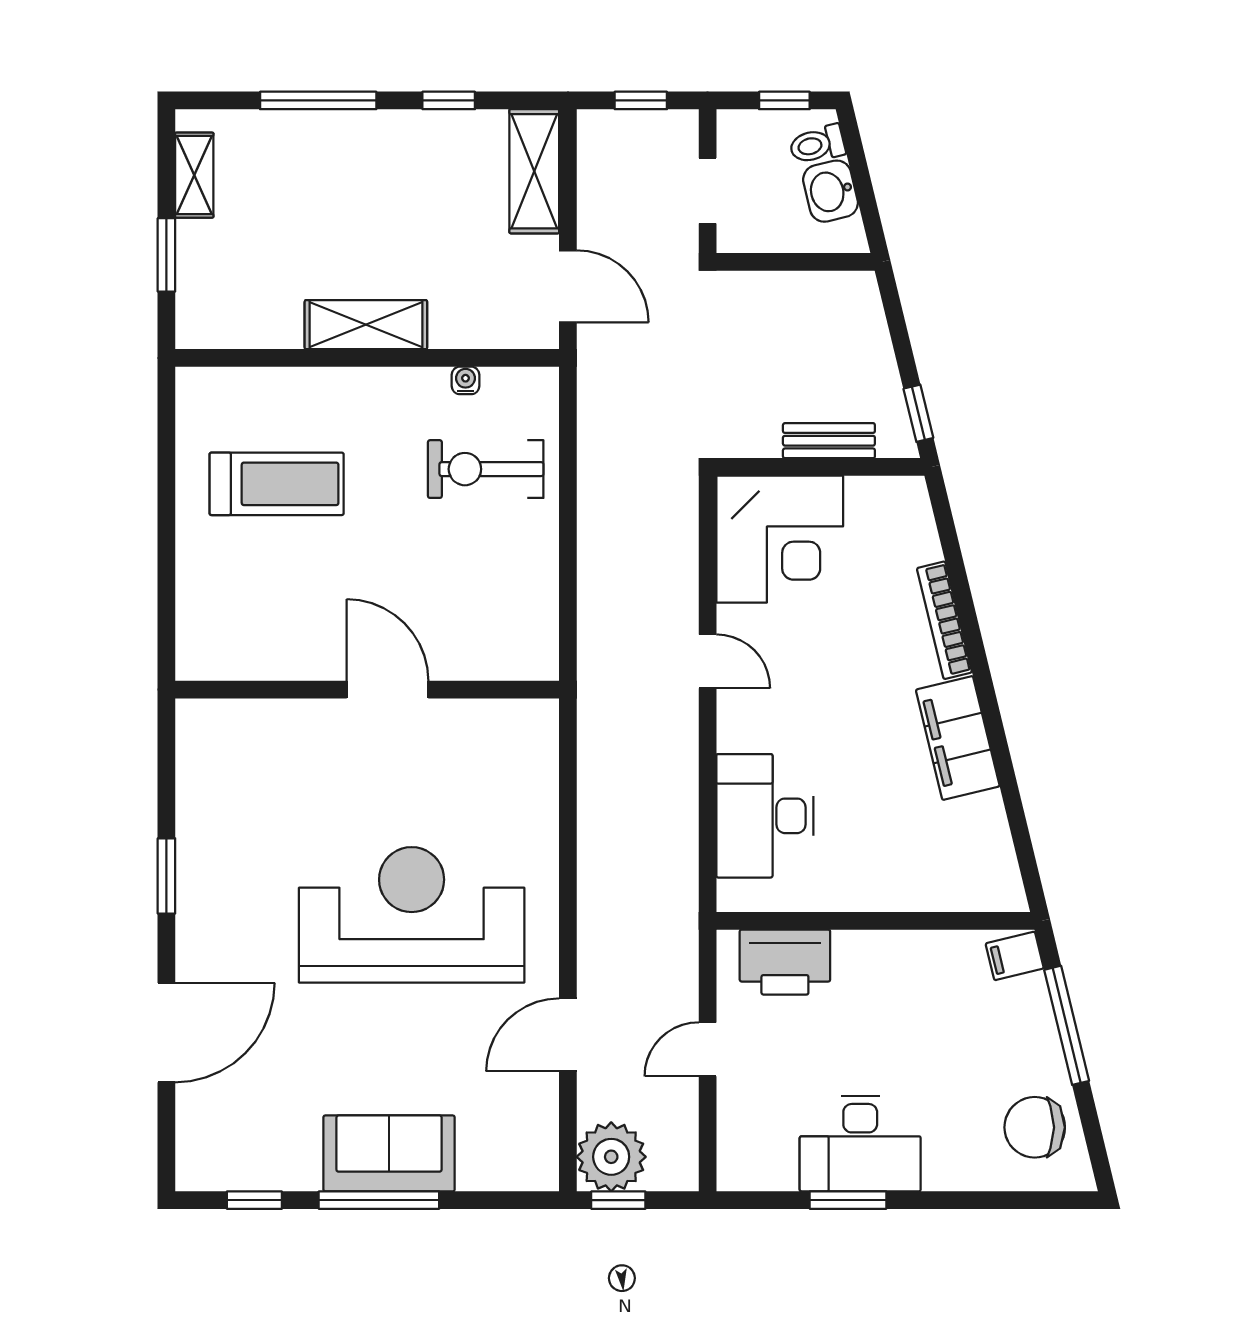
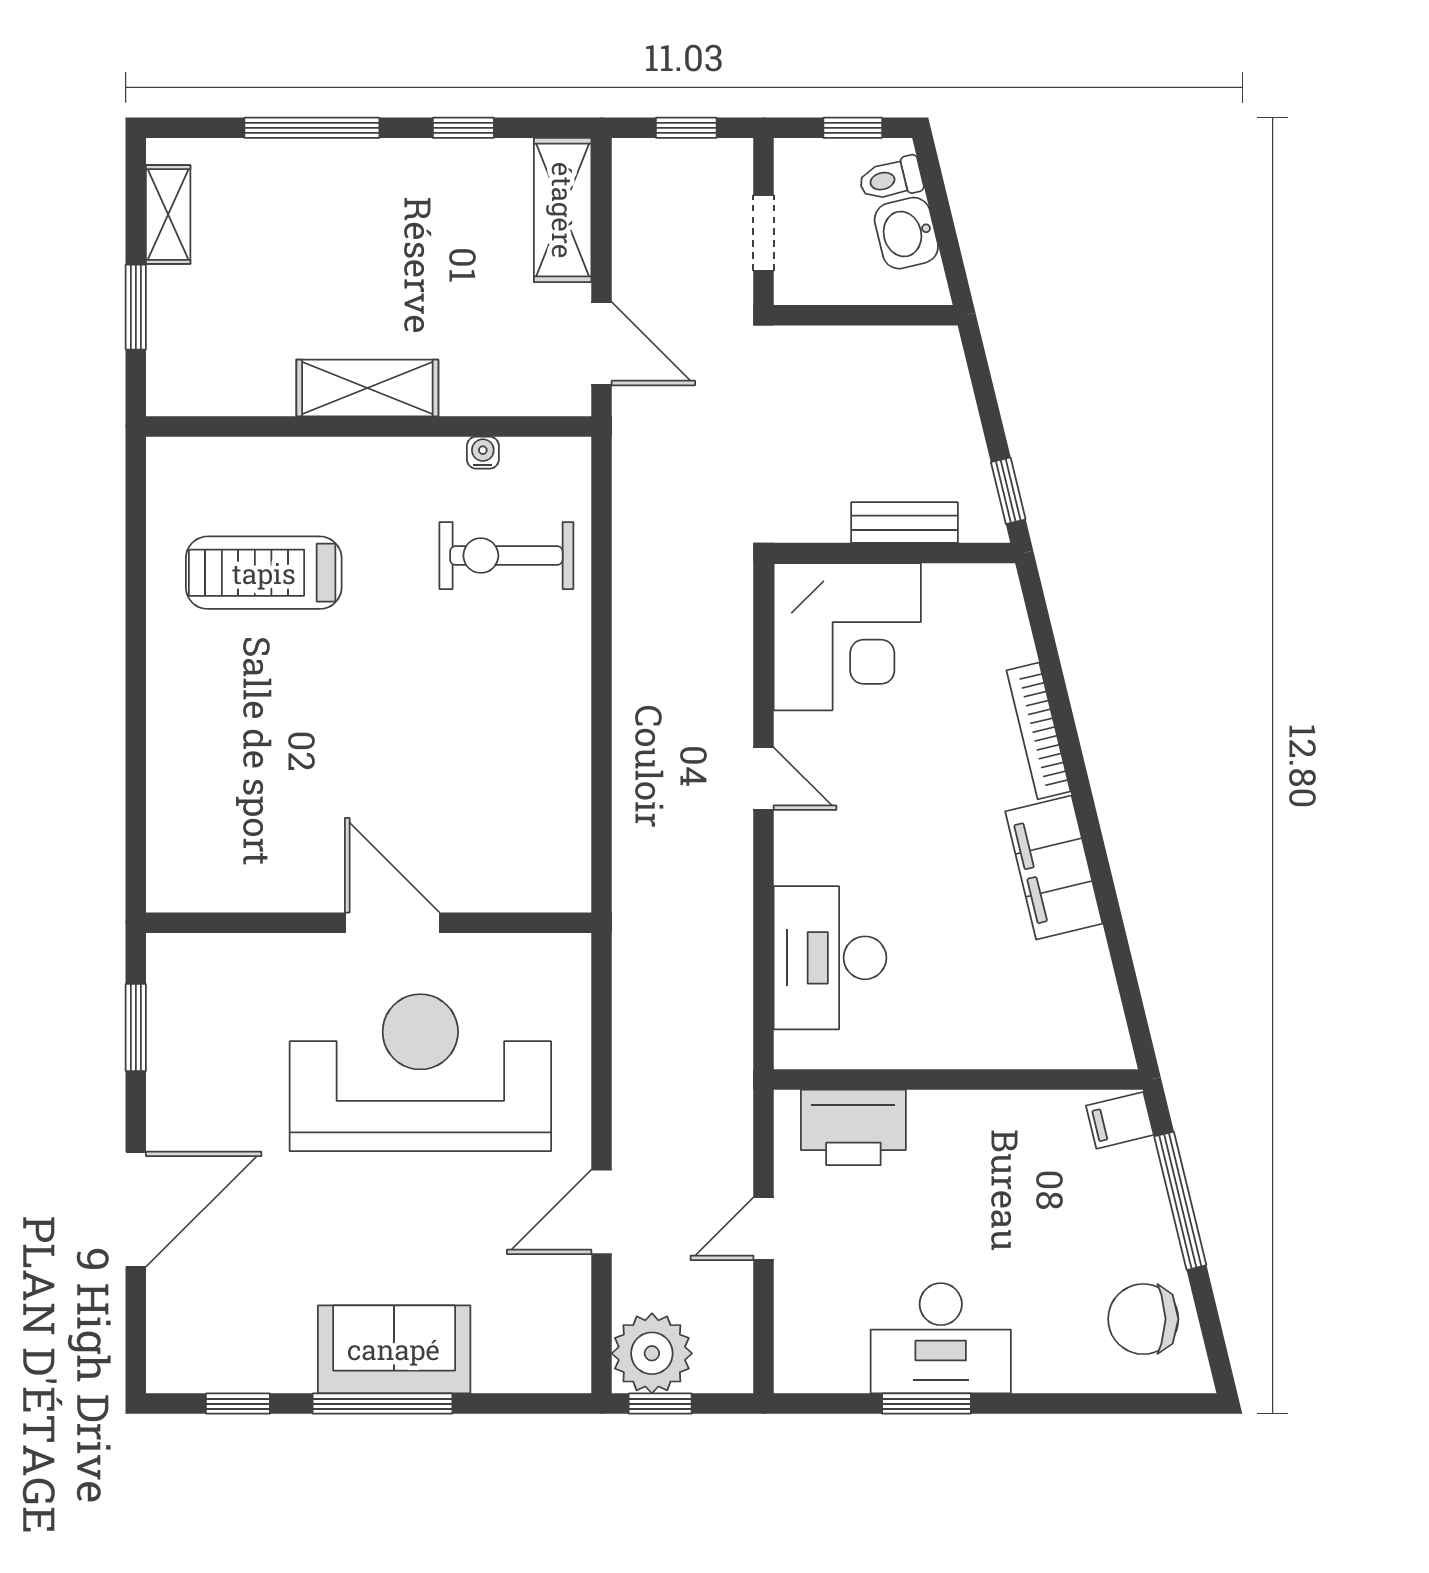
treadmill: (277, 484) -> (264, 573), turned 180
wall: (367, 690) -> (369, 923), moved
door: (387, 690) -> (392, 923), moved

